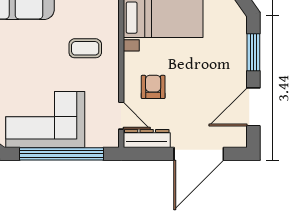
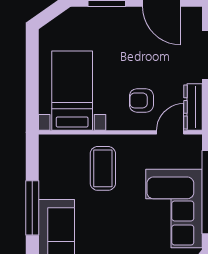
coffee table: (85, 48) -> (103, 168), width x1.36, depth x1.30

